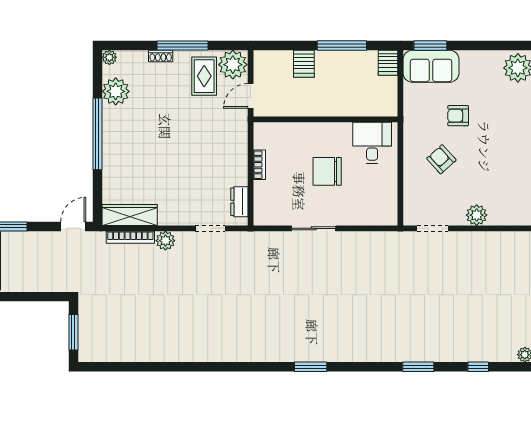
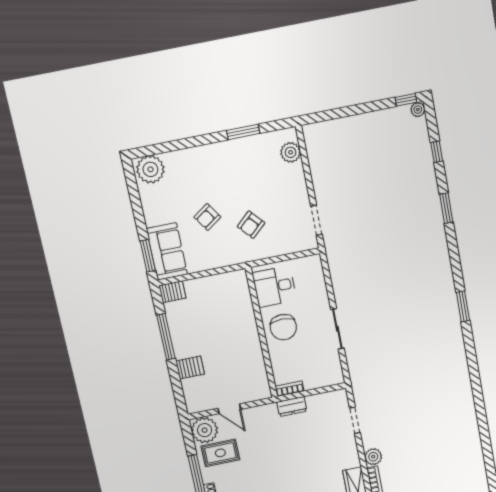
armchair: (458, 116) -> (207, 217), turned 56
wall: (325, 119) -> (262, 333), moved
desk: (372, 143) -> (274, 287), moved
dresser: (239, 202) -> (292, 407), moved
plant: (477, 215) -> (291, 152), moved

